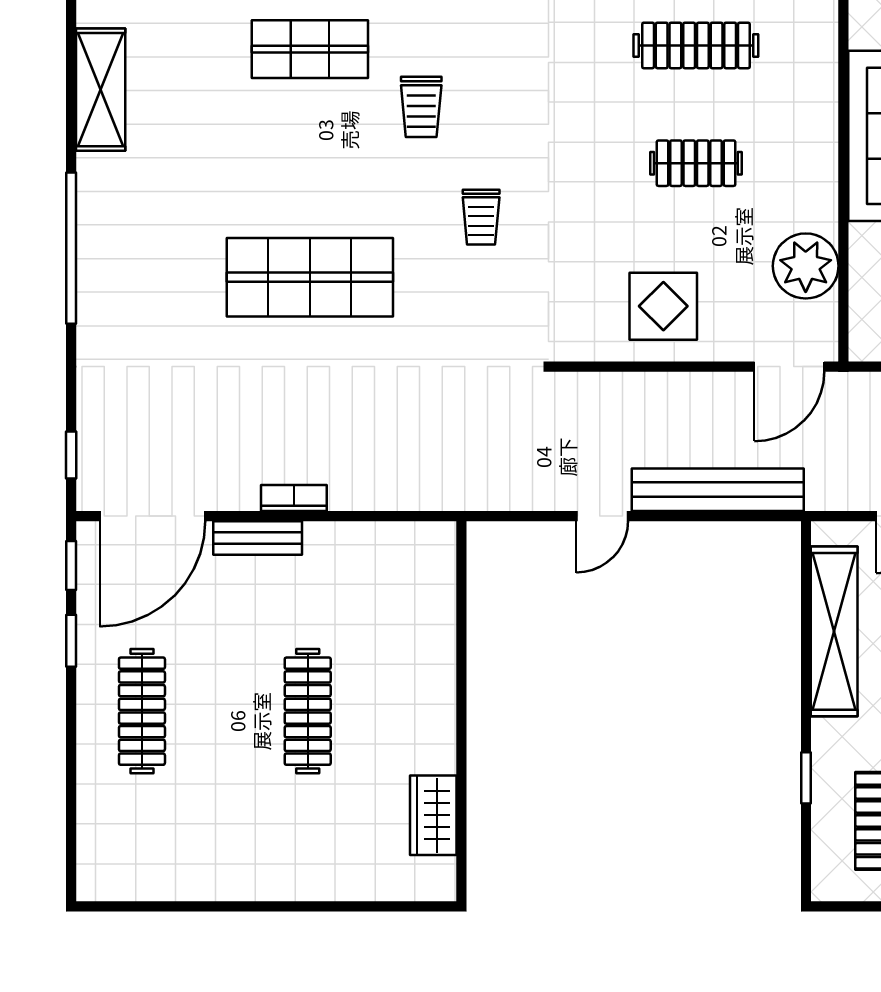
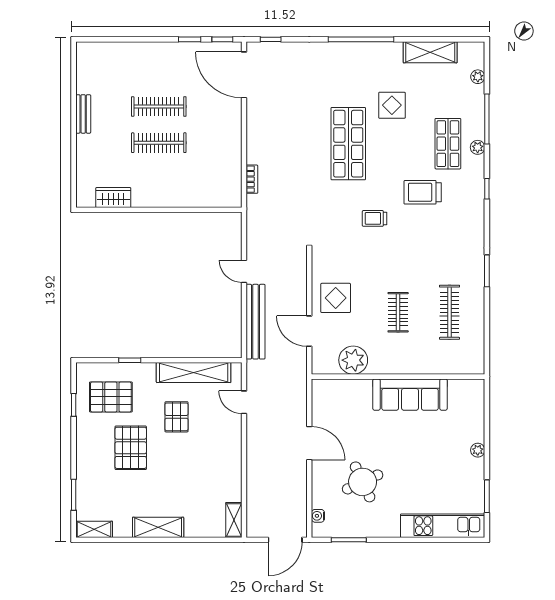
trolley: (421, 107) -> (423, 192), width x1.36, depth x1.39
display table: (222, 177) -> (392, 105), added
door: (789, 367) -> (309, 331), moved
bookcase: (294, 498) -> (252, 179), moved
bench: (258, 538) -> (83, 114), moved
clothes rail: (142, 711) -> (159, 107), moved

